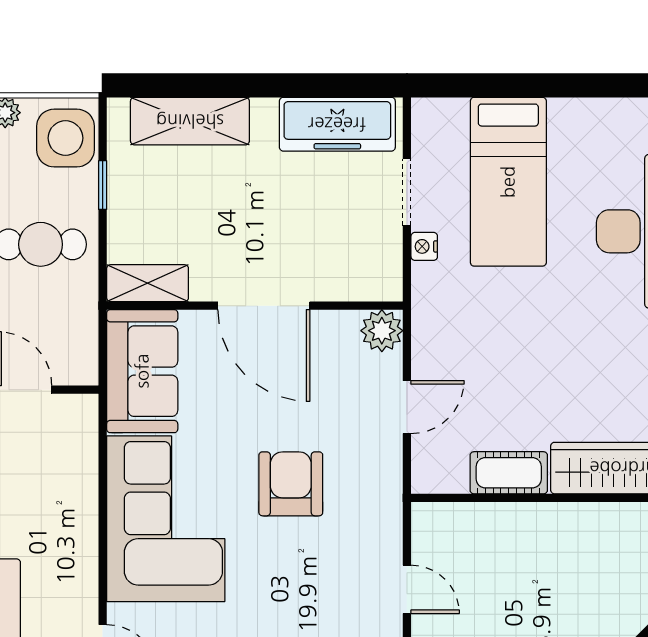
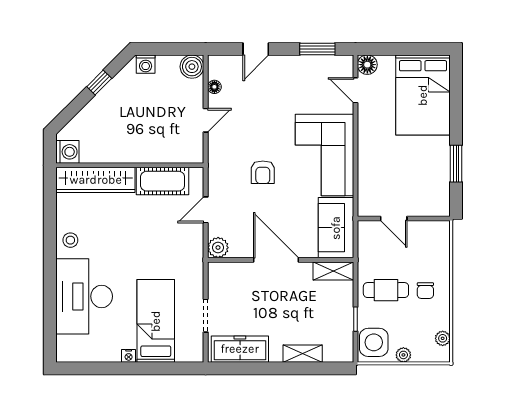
shelving: (190, 121) -> (303, 354), width x0.67, depth x0.75
nightstand: (424, 246) -> (129, 356), moved, turned 90
cot: (509, 473) -> (163, 181), width x1.37, depth x1.34
armchair: (291, 484) -> (263, 172), width x0.72, depth x0.72
door: (407, 589) -> (206, 120), swing flipped

